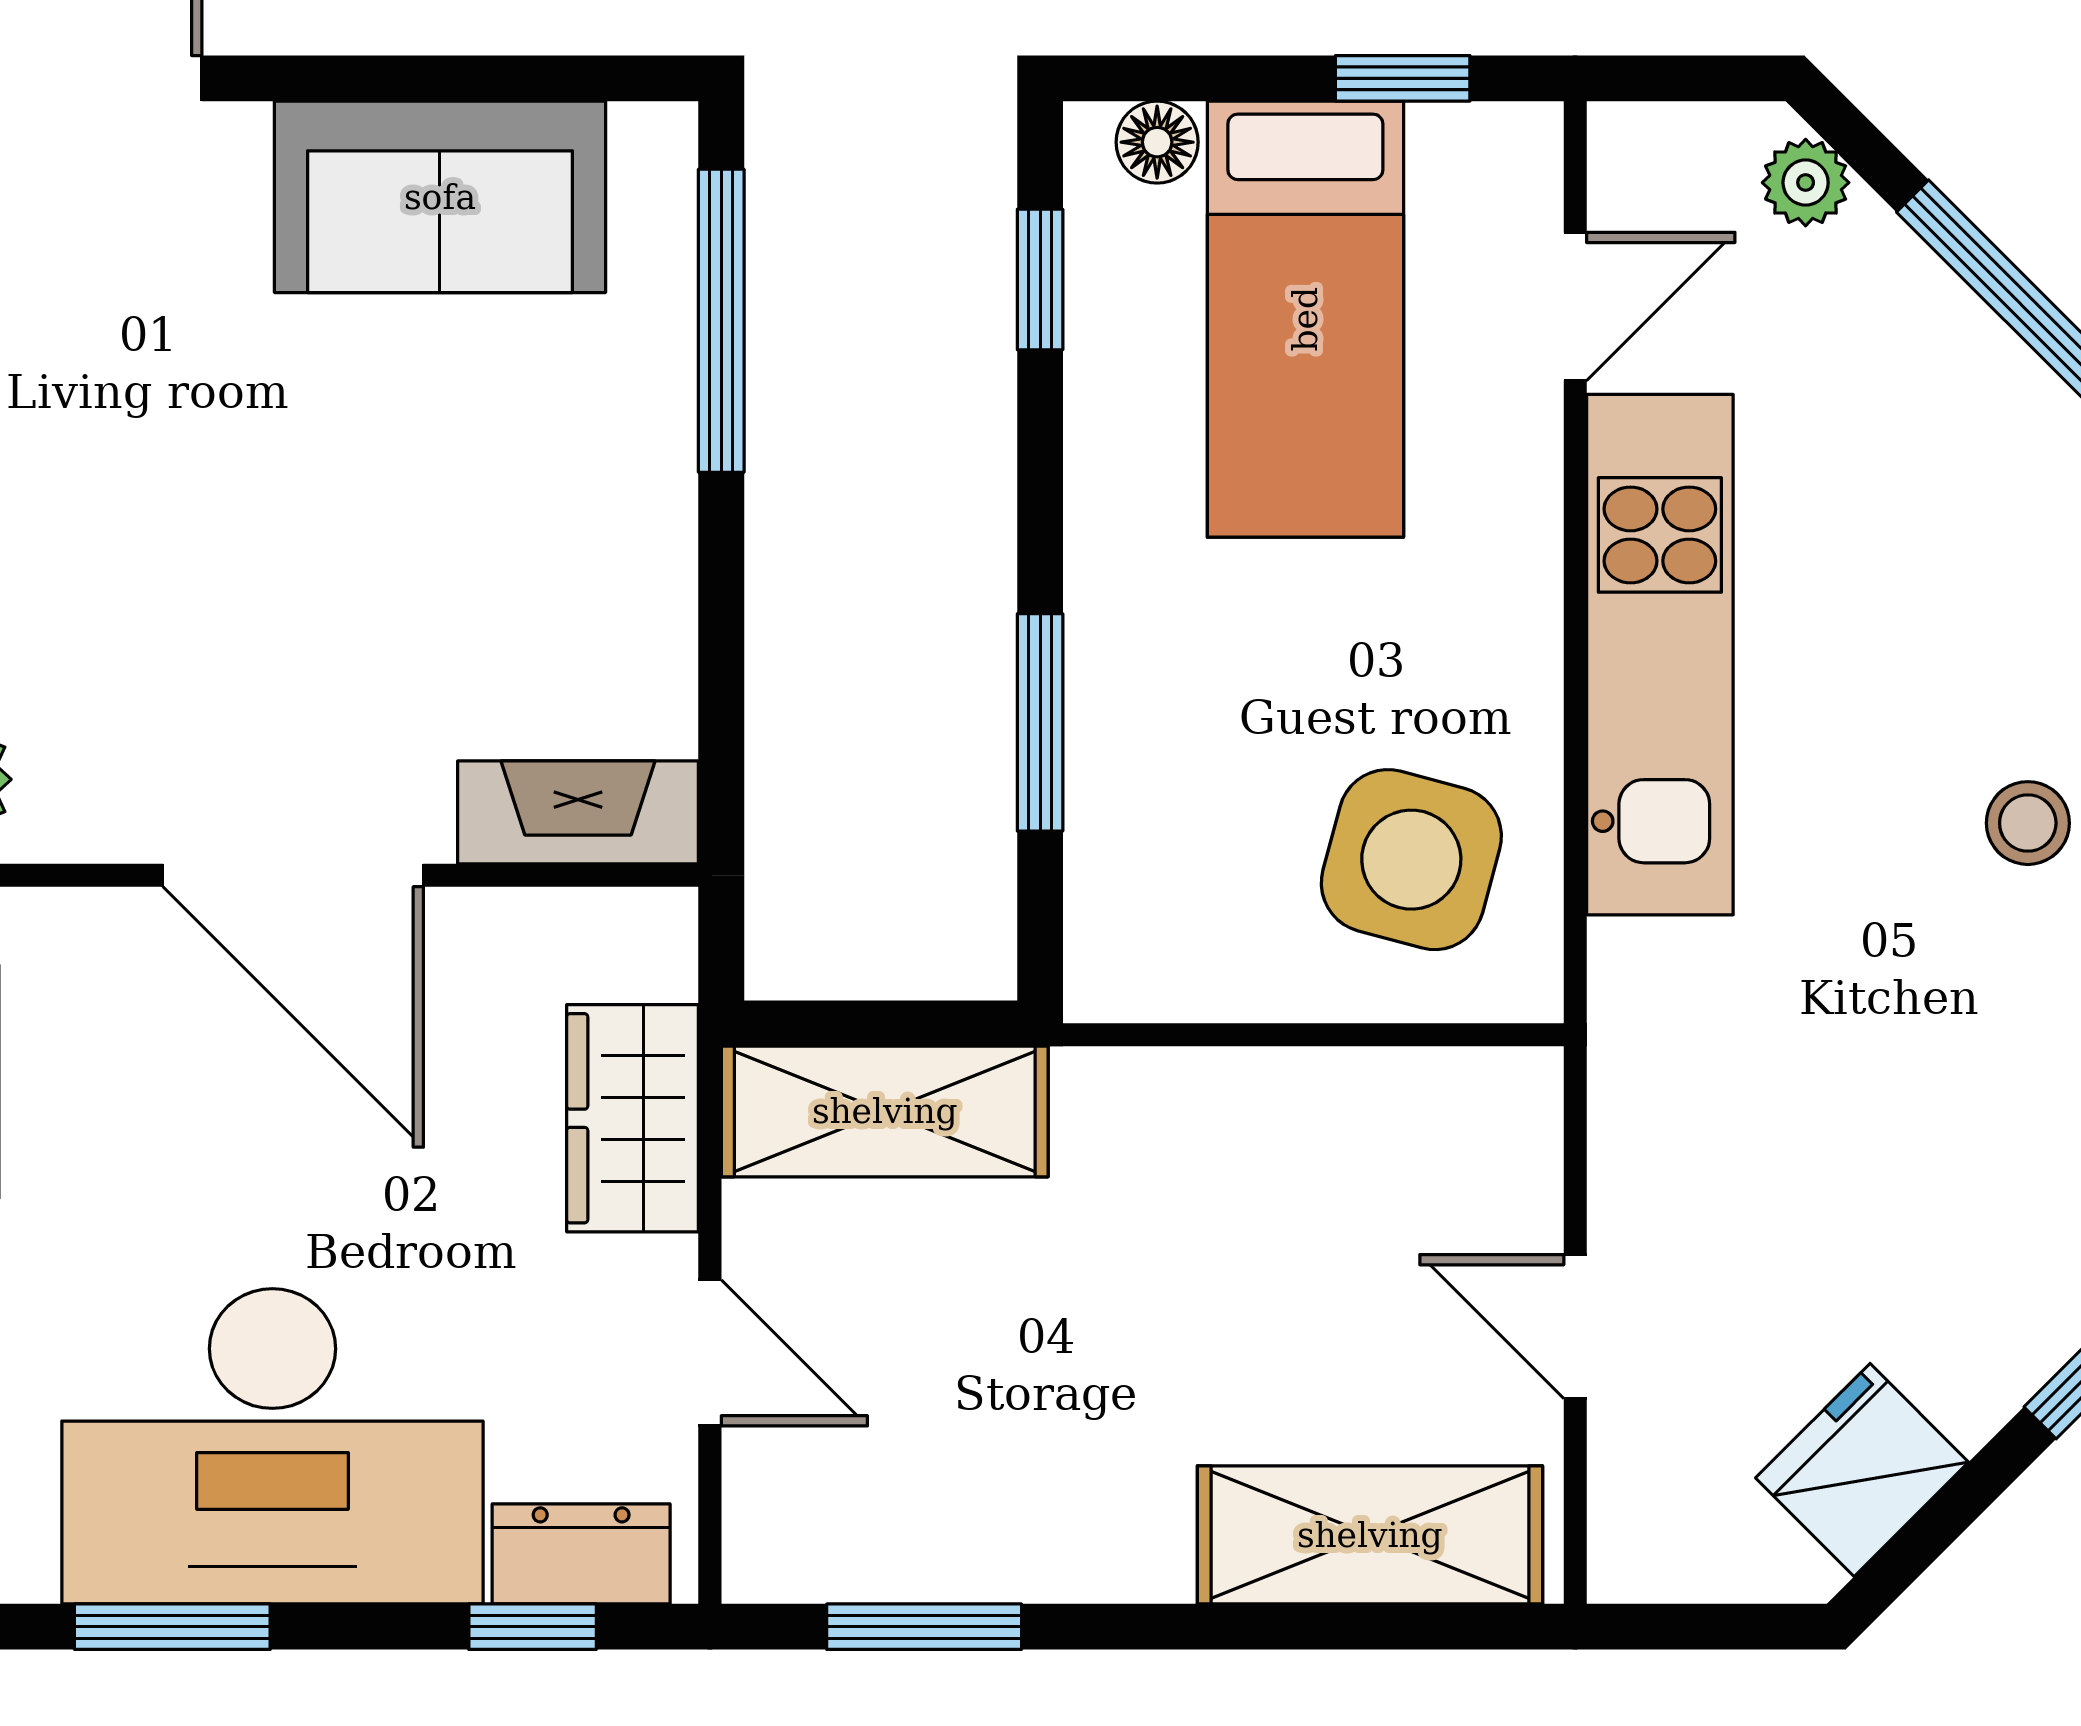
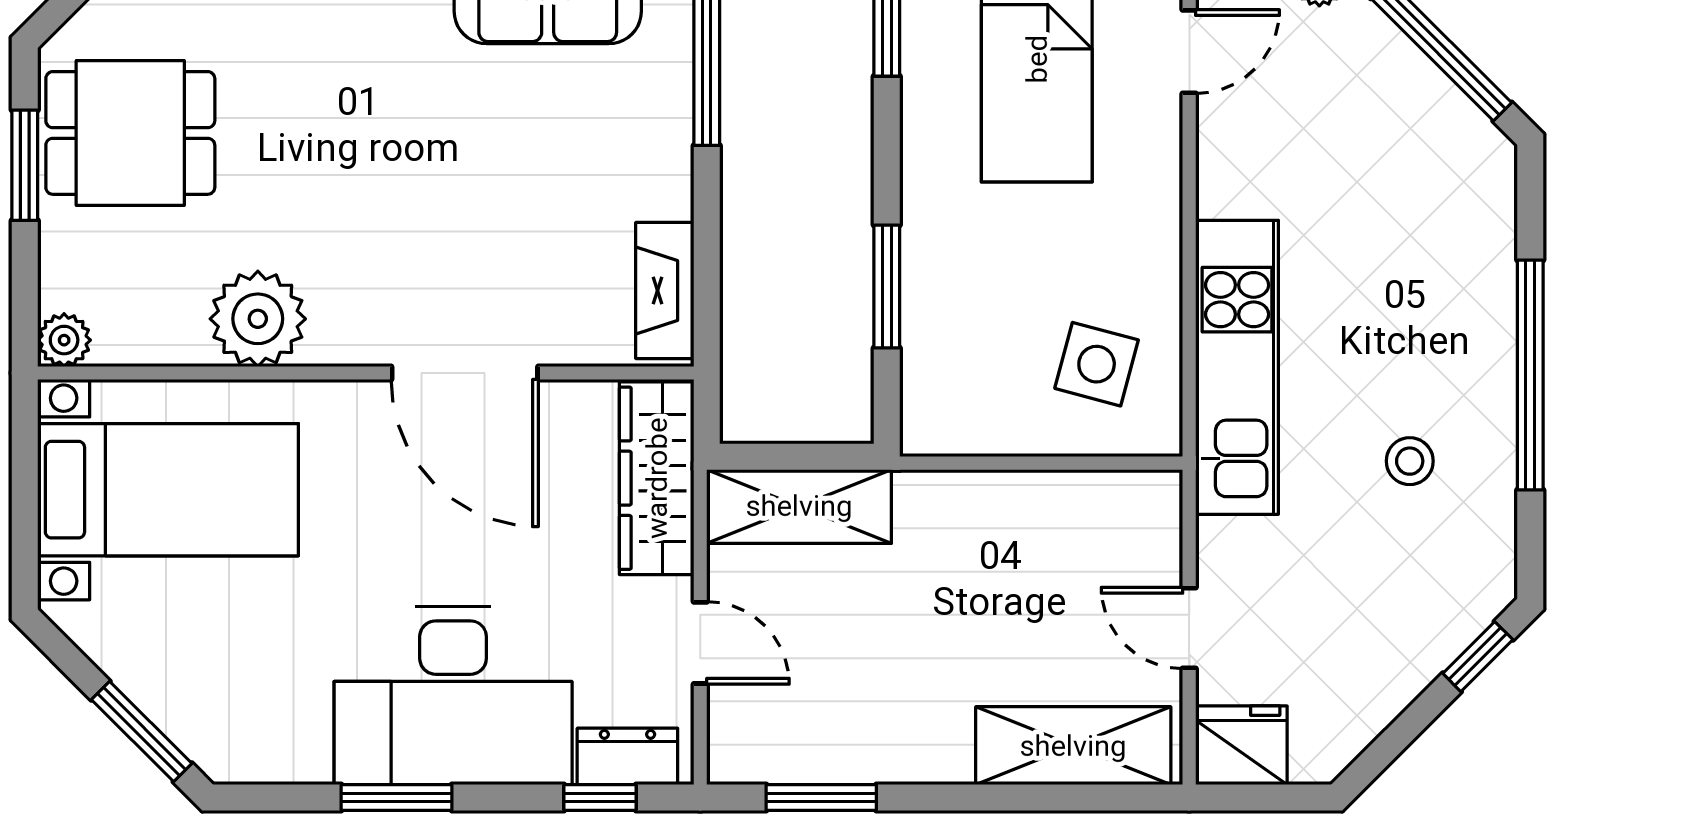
kitchen unit: (1660, 655) -> (1237, 367), moved
fireplace: (578, 812) -> (665, 290), moved, turned -90
stool: (2028, 823) -> (1410, 461), moved
side table: (1411, 860) -> (1097, 364), width x0.73, depth x0.73
wardrobe: (633, 1118) -> (657, 478), width x1.50
fridge: (1862, 1470) -> (1241, 745), moved, turned 45

